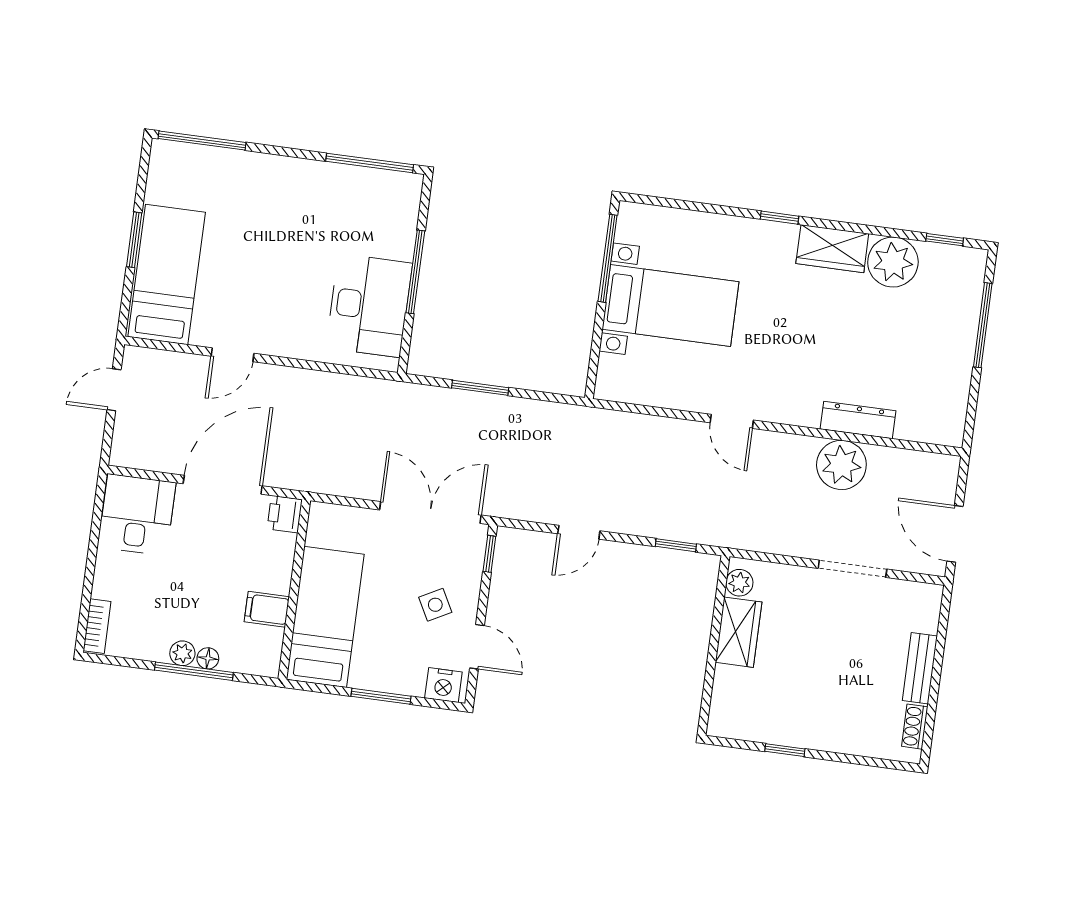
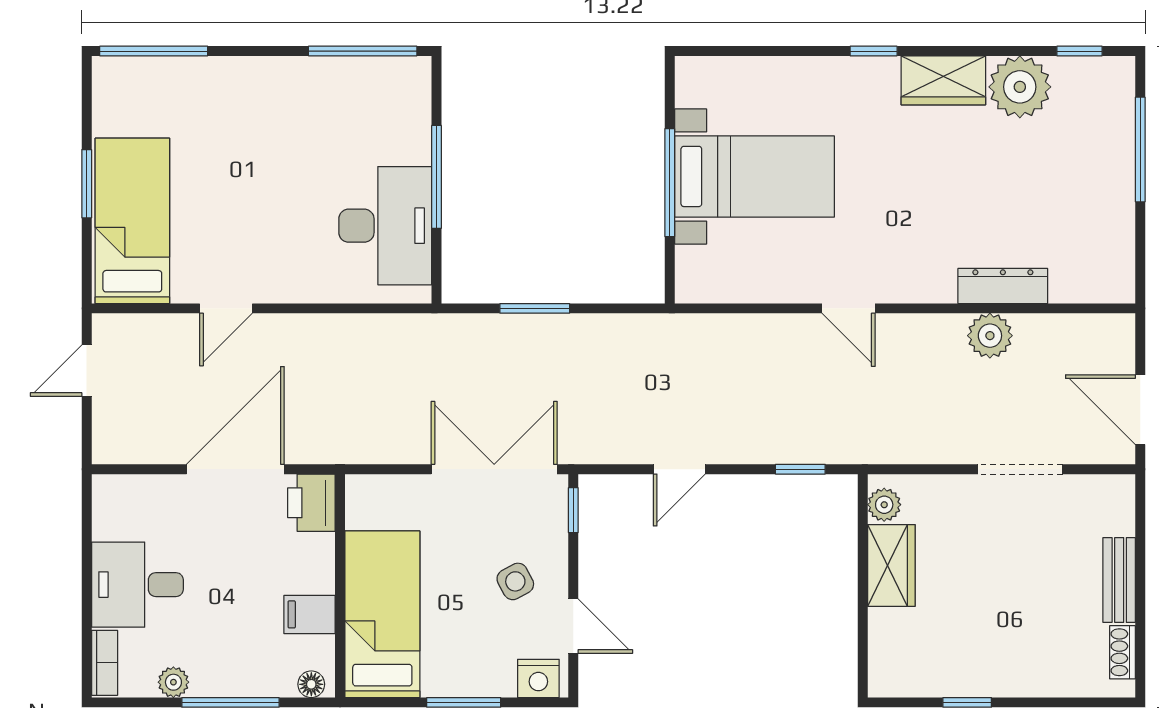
window: (608, 258) -> (670, 183), moved
plant: (841, 465) -> (990, 336), width x0.73, depth x0.73
printer: (285, 514) -> (311, 503), width x1.36, depth x1.24
desk: (137, 515) -> (137, 585), moved, turned -90
plant: (182, 653) -> (173, 682), moved
floor lamp: (208, 658) -> (311, 684), moved

